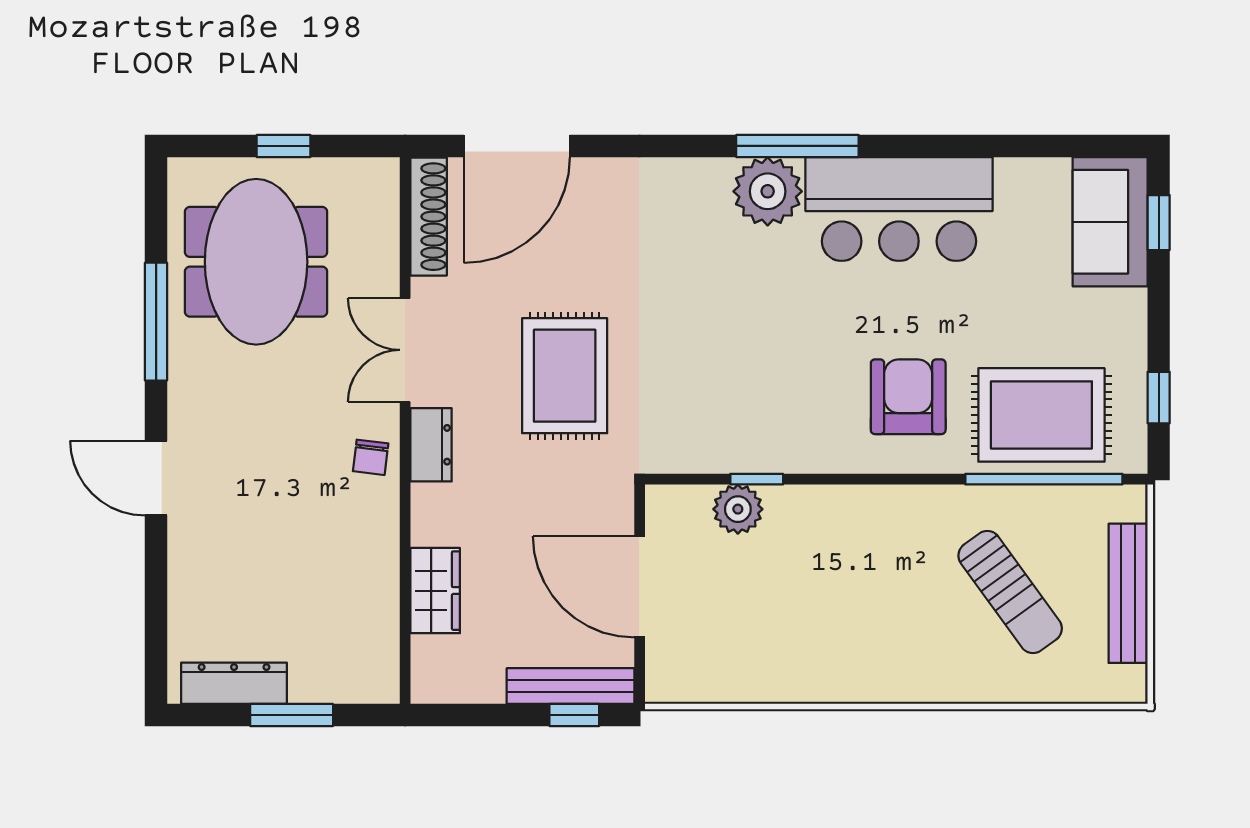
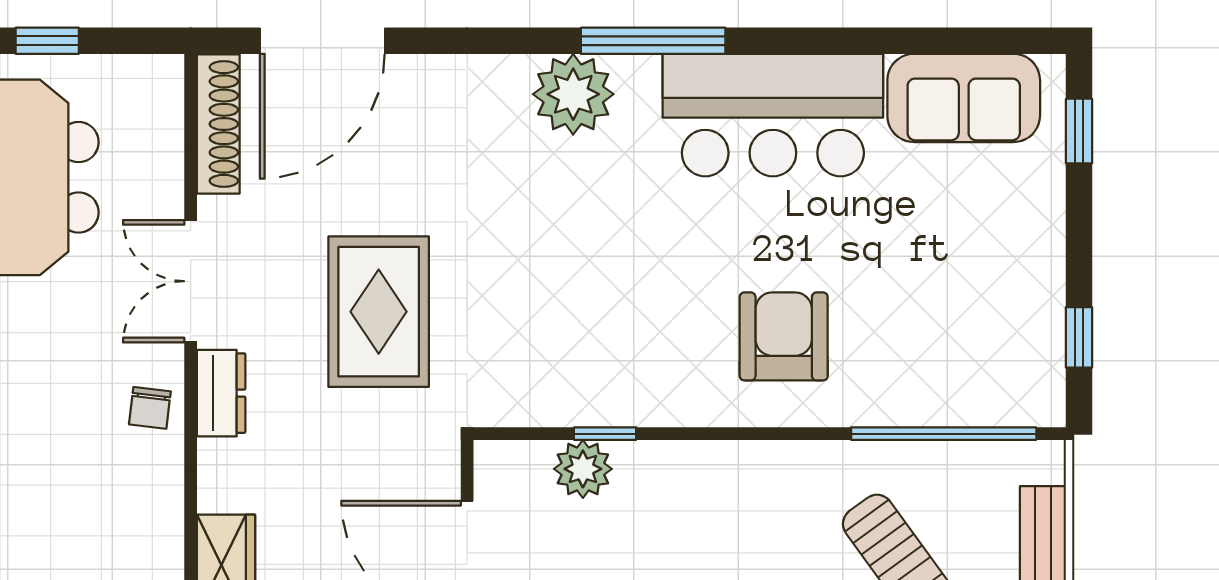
plant: (768, 191) -> (573, 94), moved
sofa: (1110, 222) -> (964, 98), moved, turned -90
rug: (1041, 415) -> (941, 358), removed

